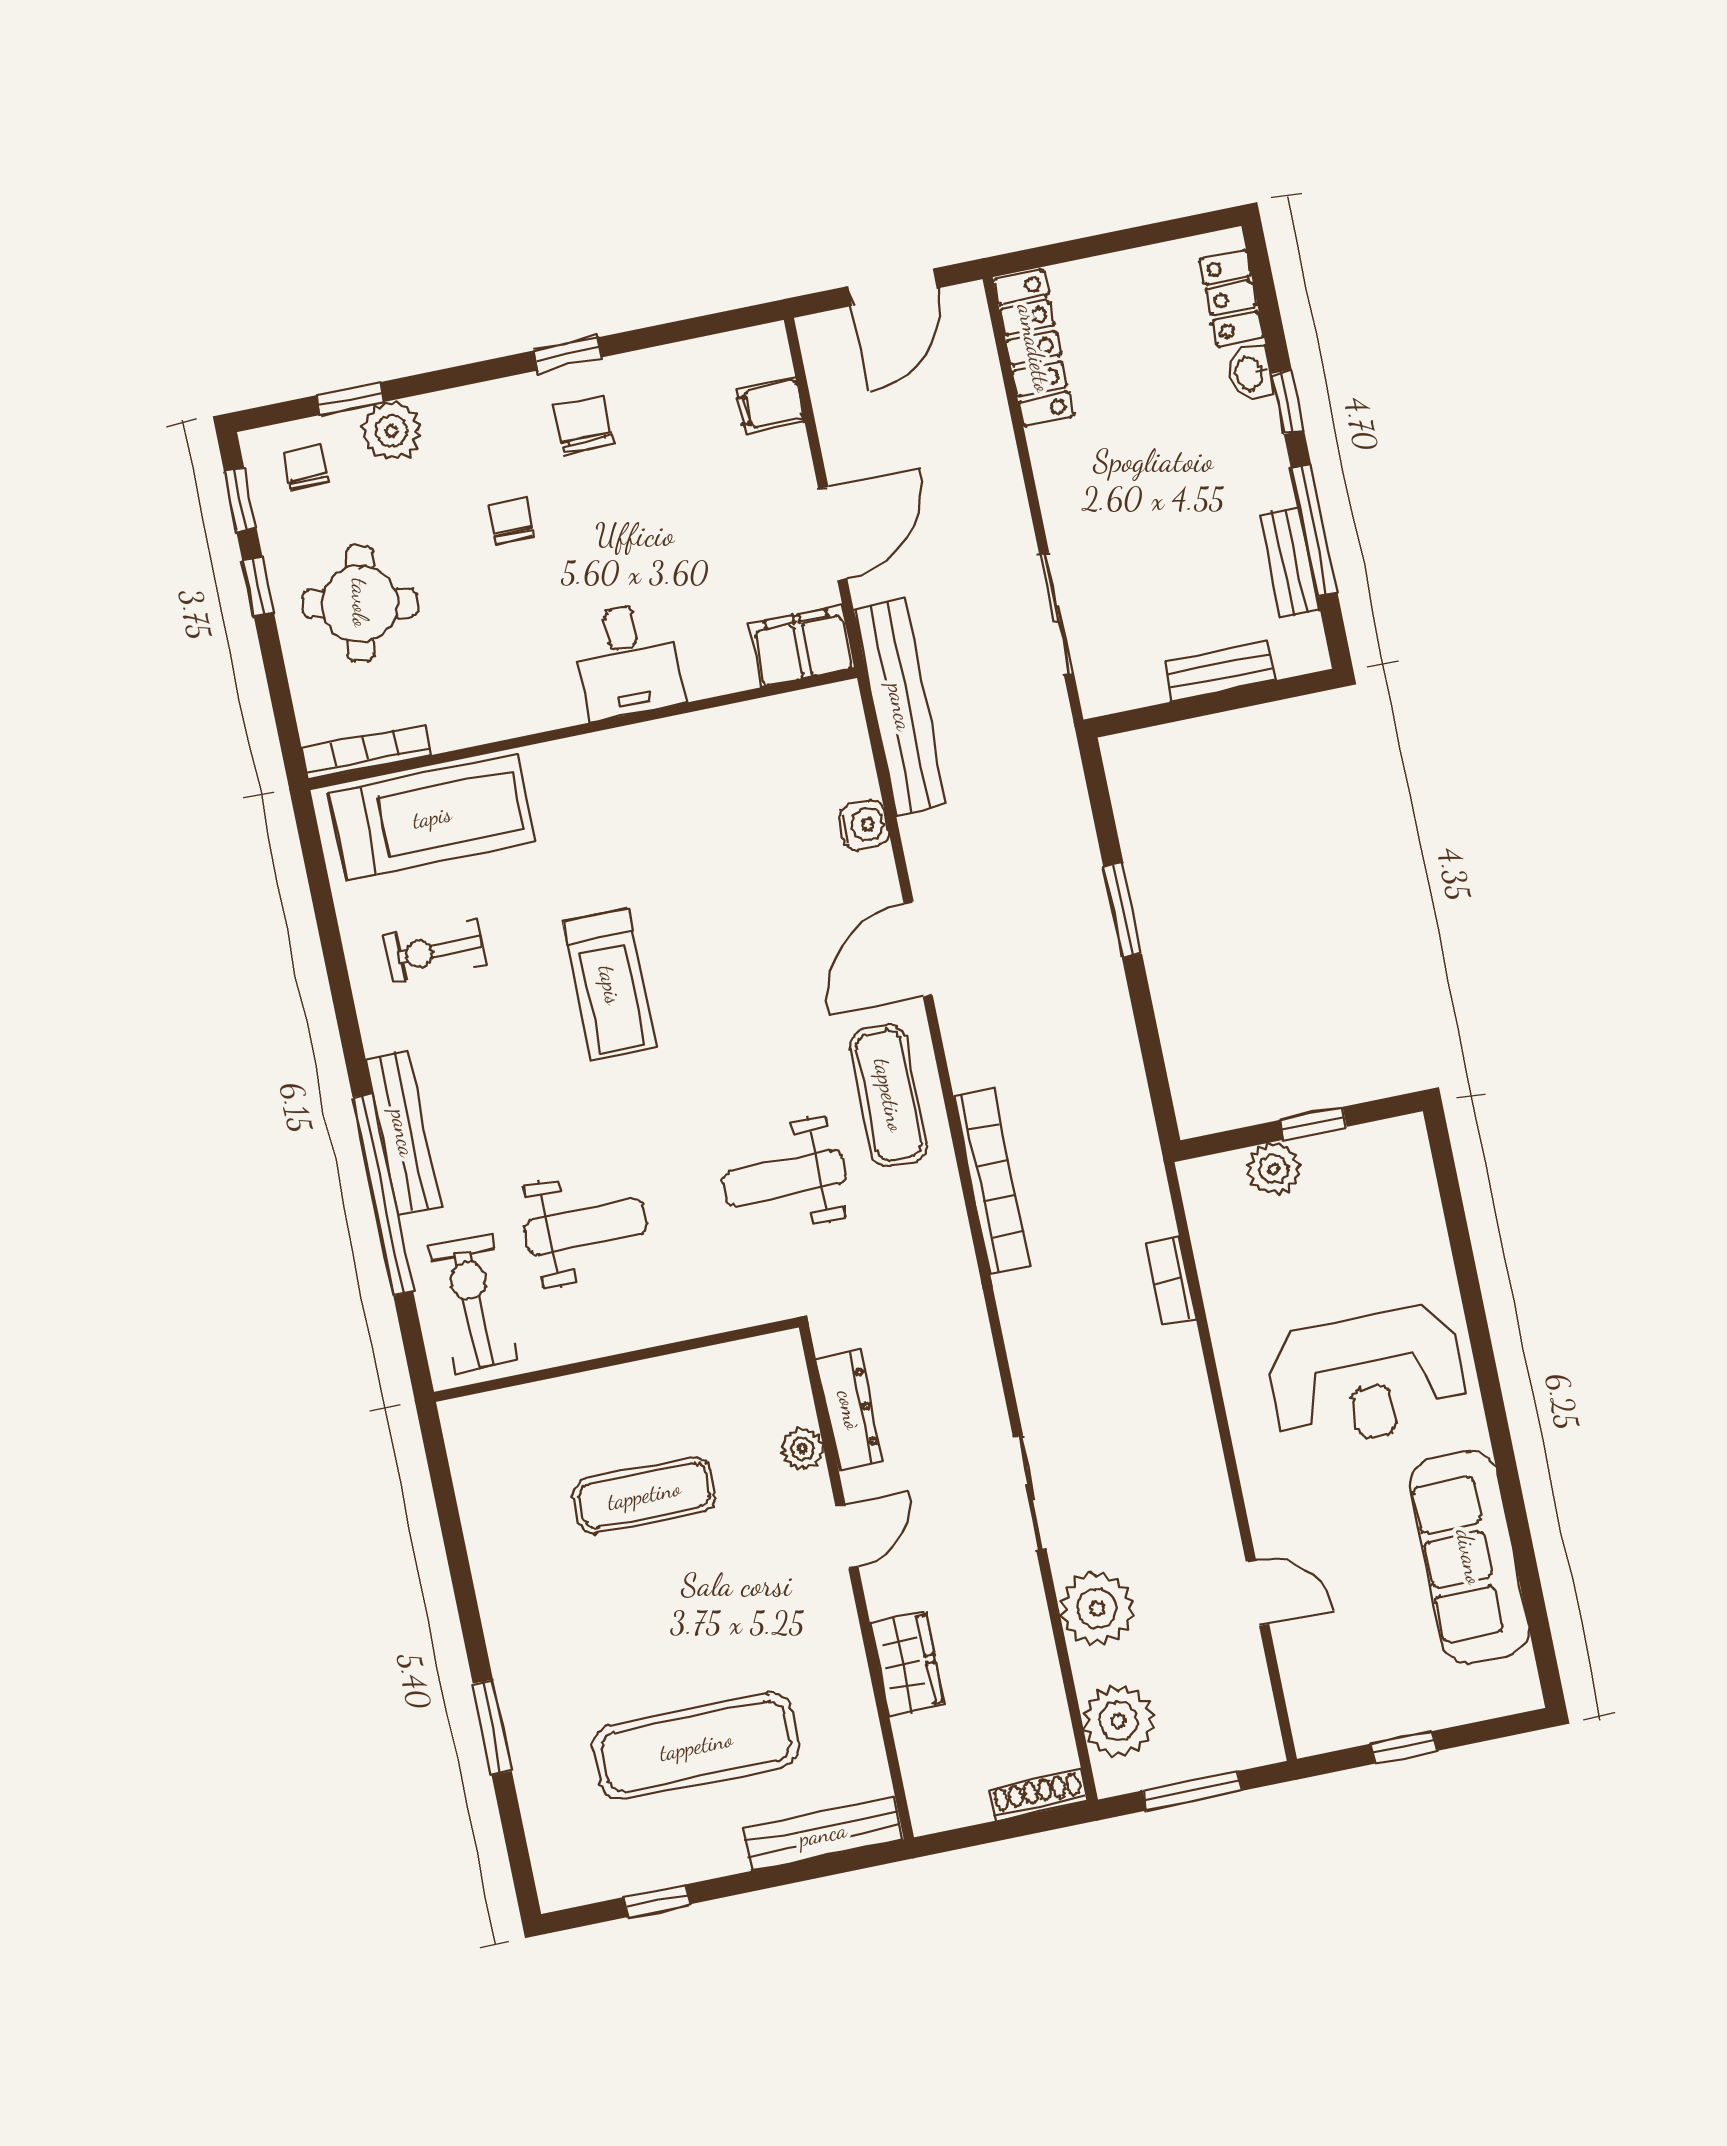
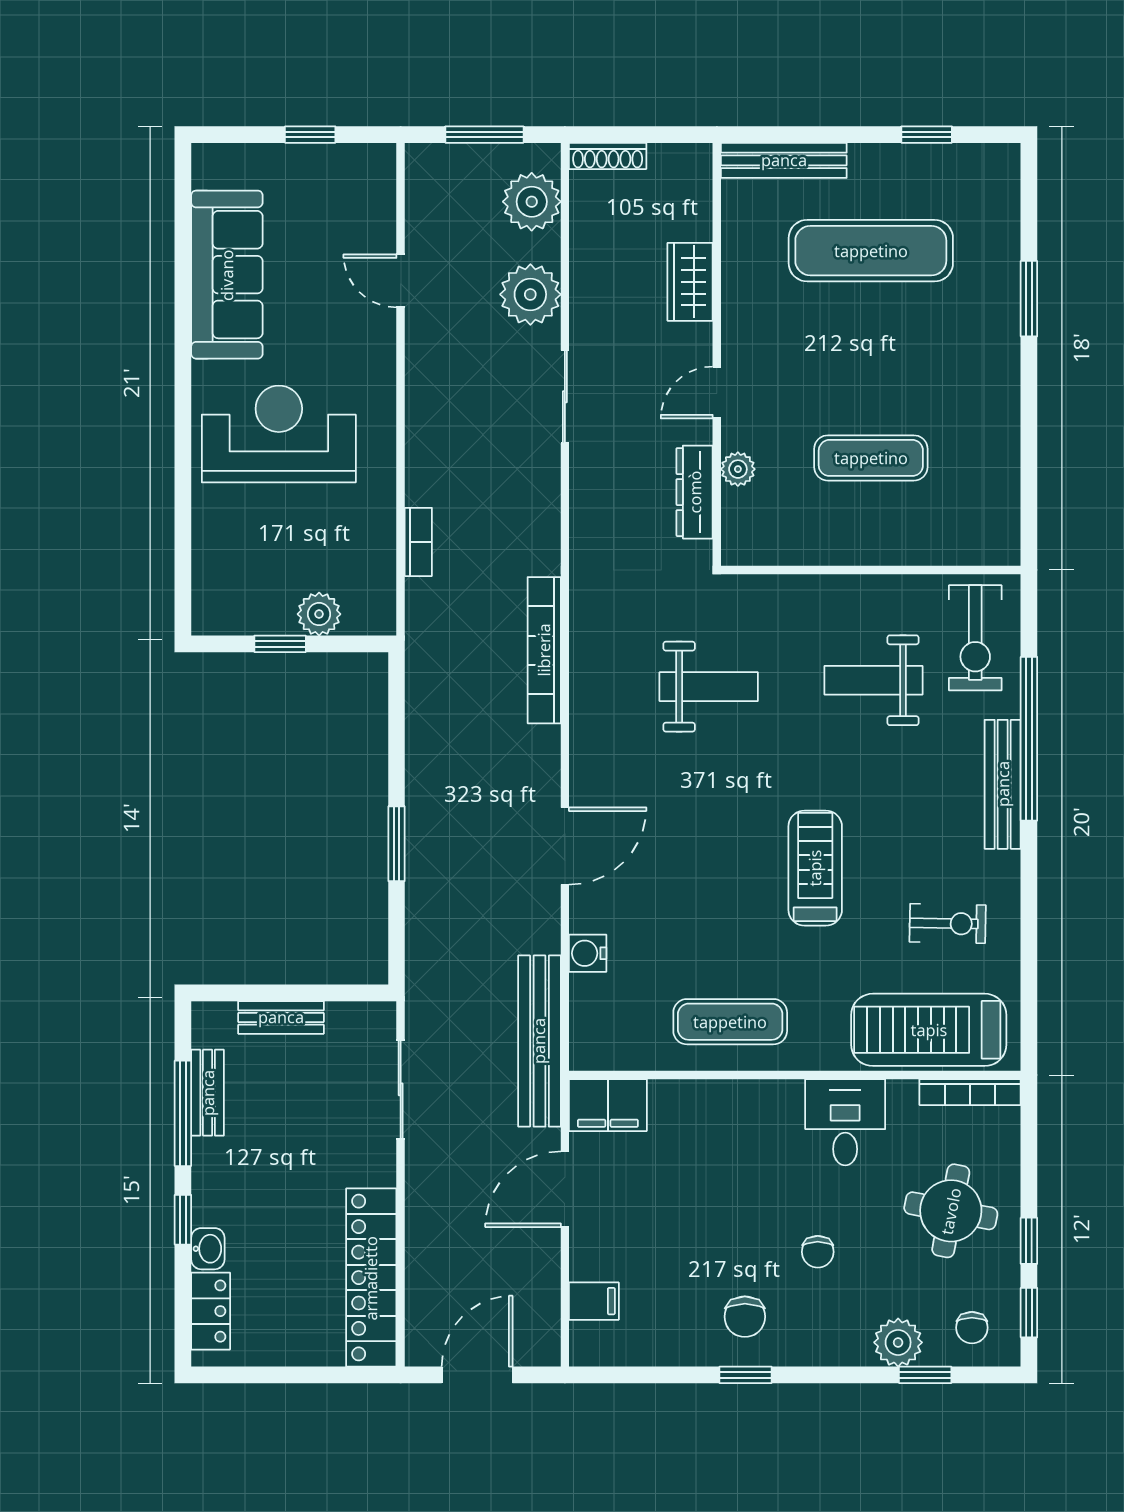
locker: (1034, 348) -> (371, 1278), width x1.41, depth x1.21
desk: (627, 660) -> (845, 1122), moved
exercise mat: (889, 1095) -> (730, 1022), moved, turned 90

